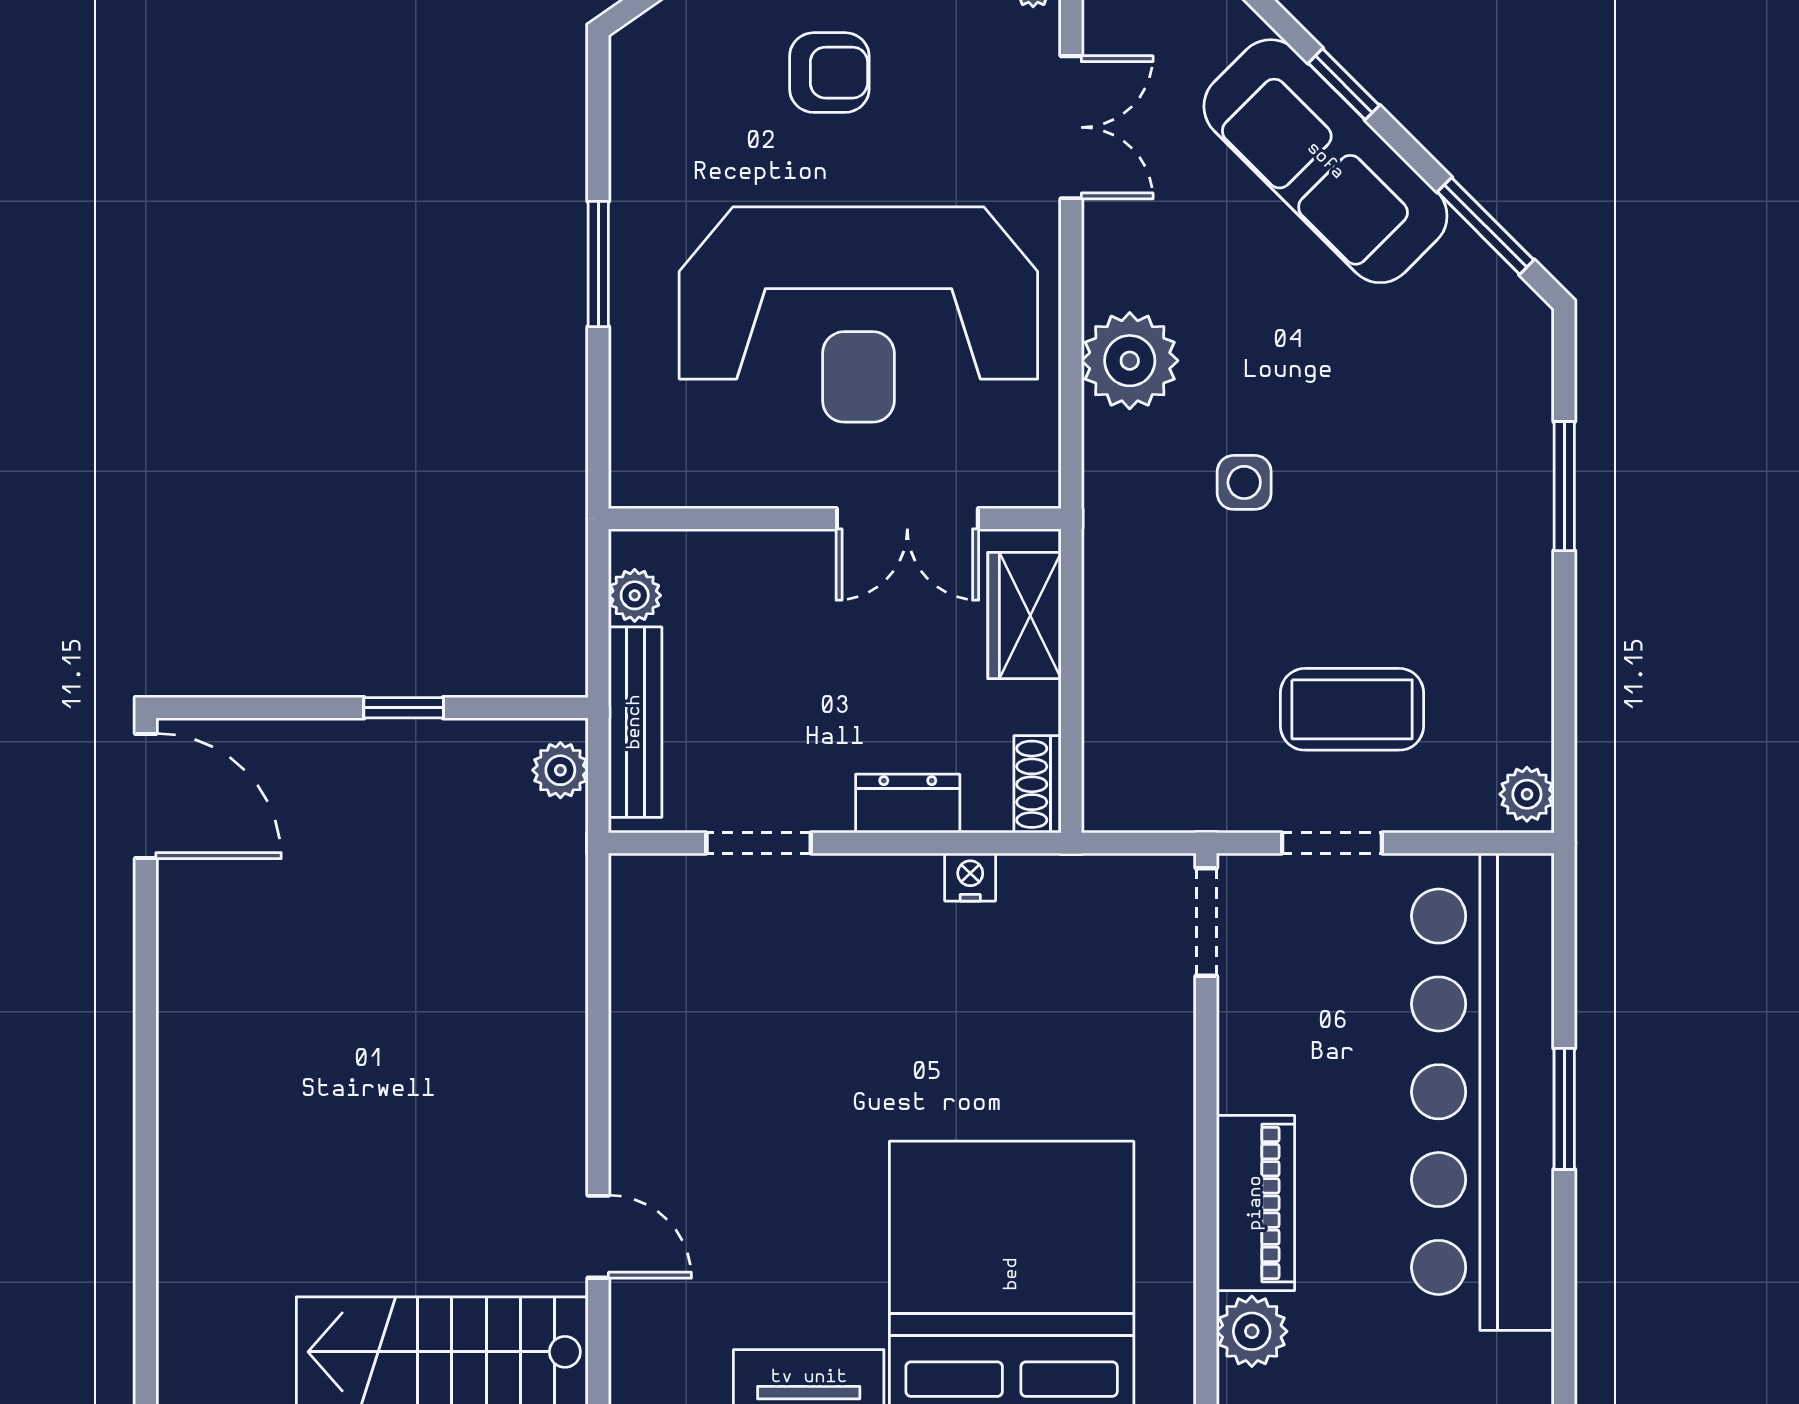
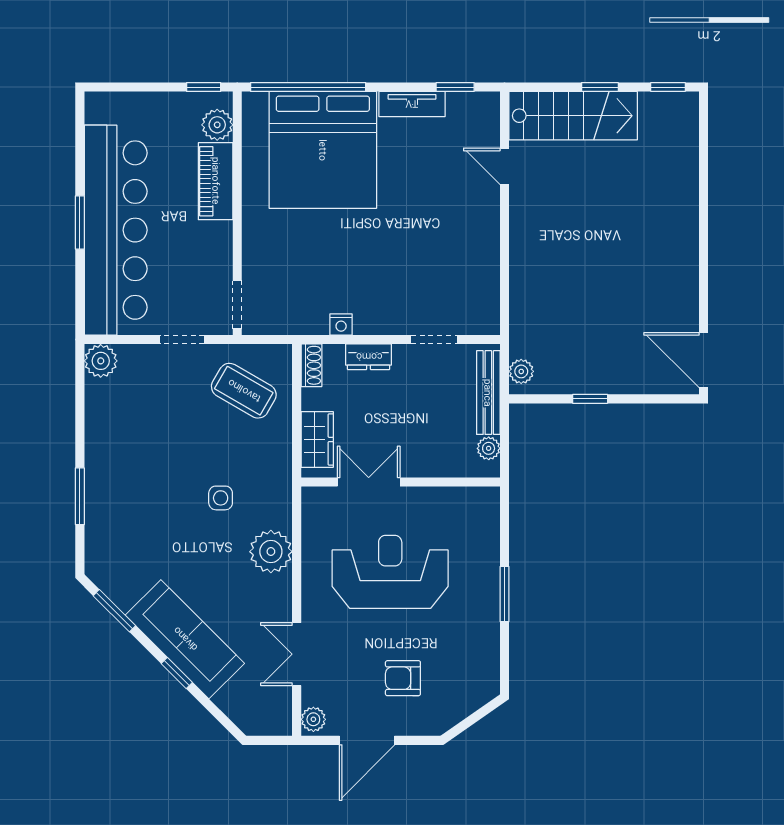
reception desk: (858, 314) -> (390, 572), width x0.74, depth x0.77
coffee table: (1352, 709) -> (244, 391), moved, turned 30
plant: (1527, 794) -> (101, 361), width x1.38, depth x1.38

